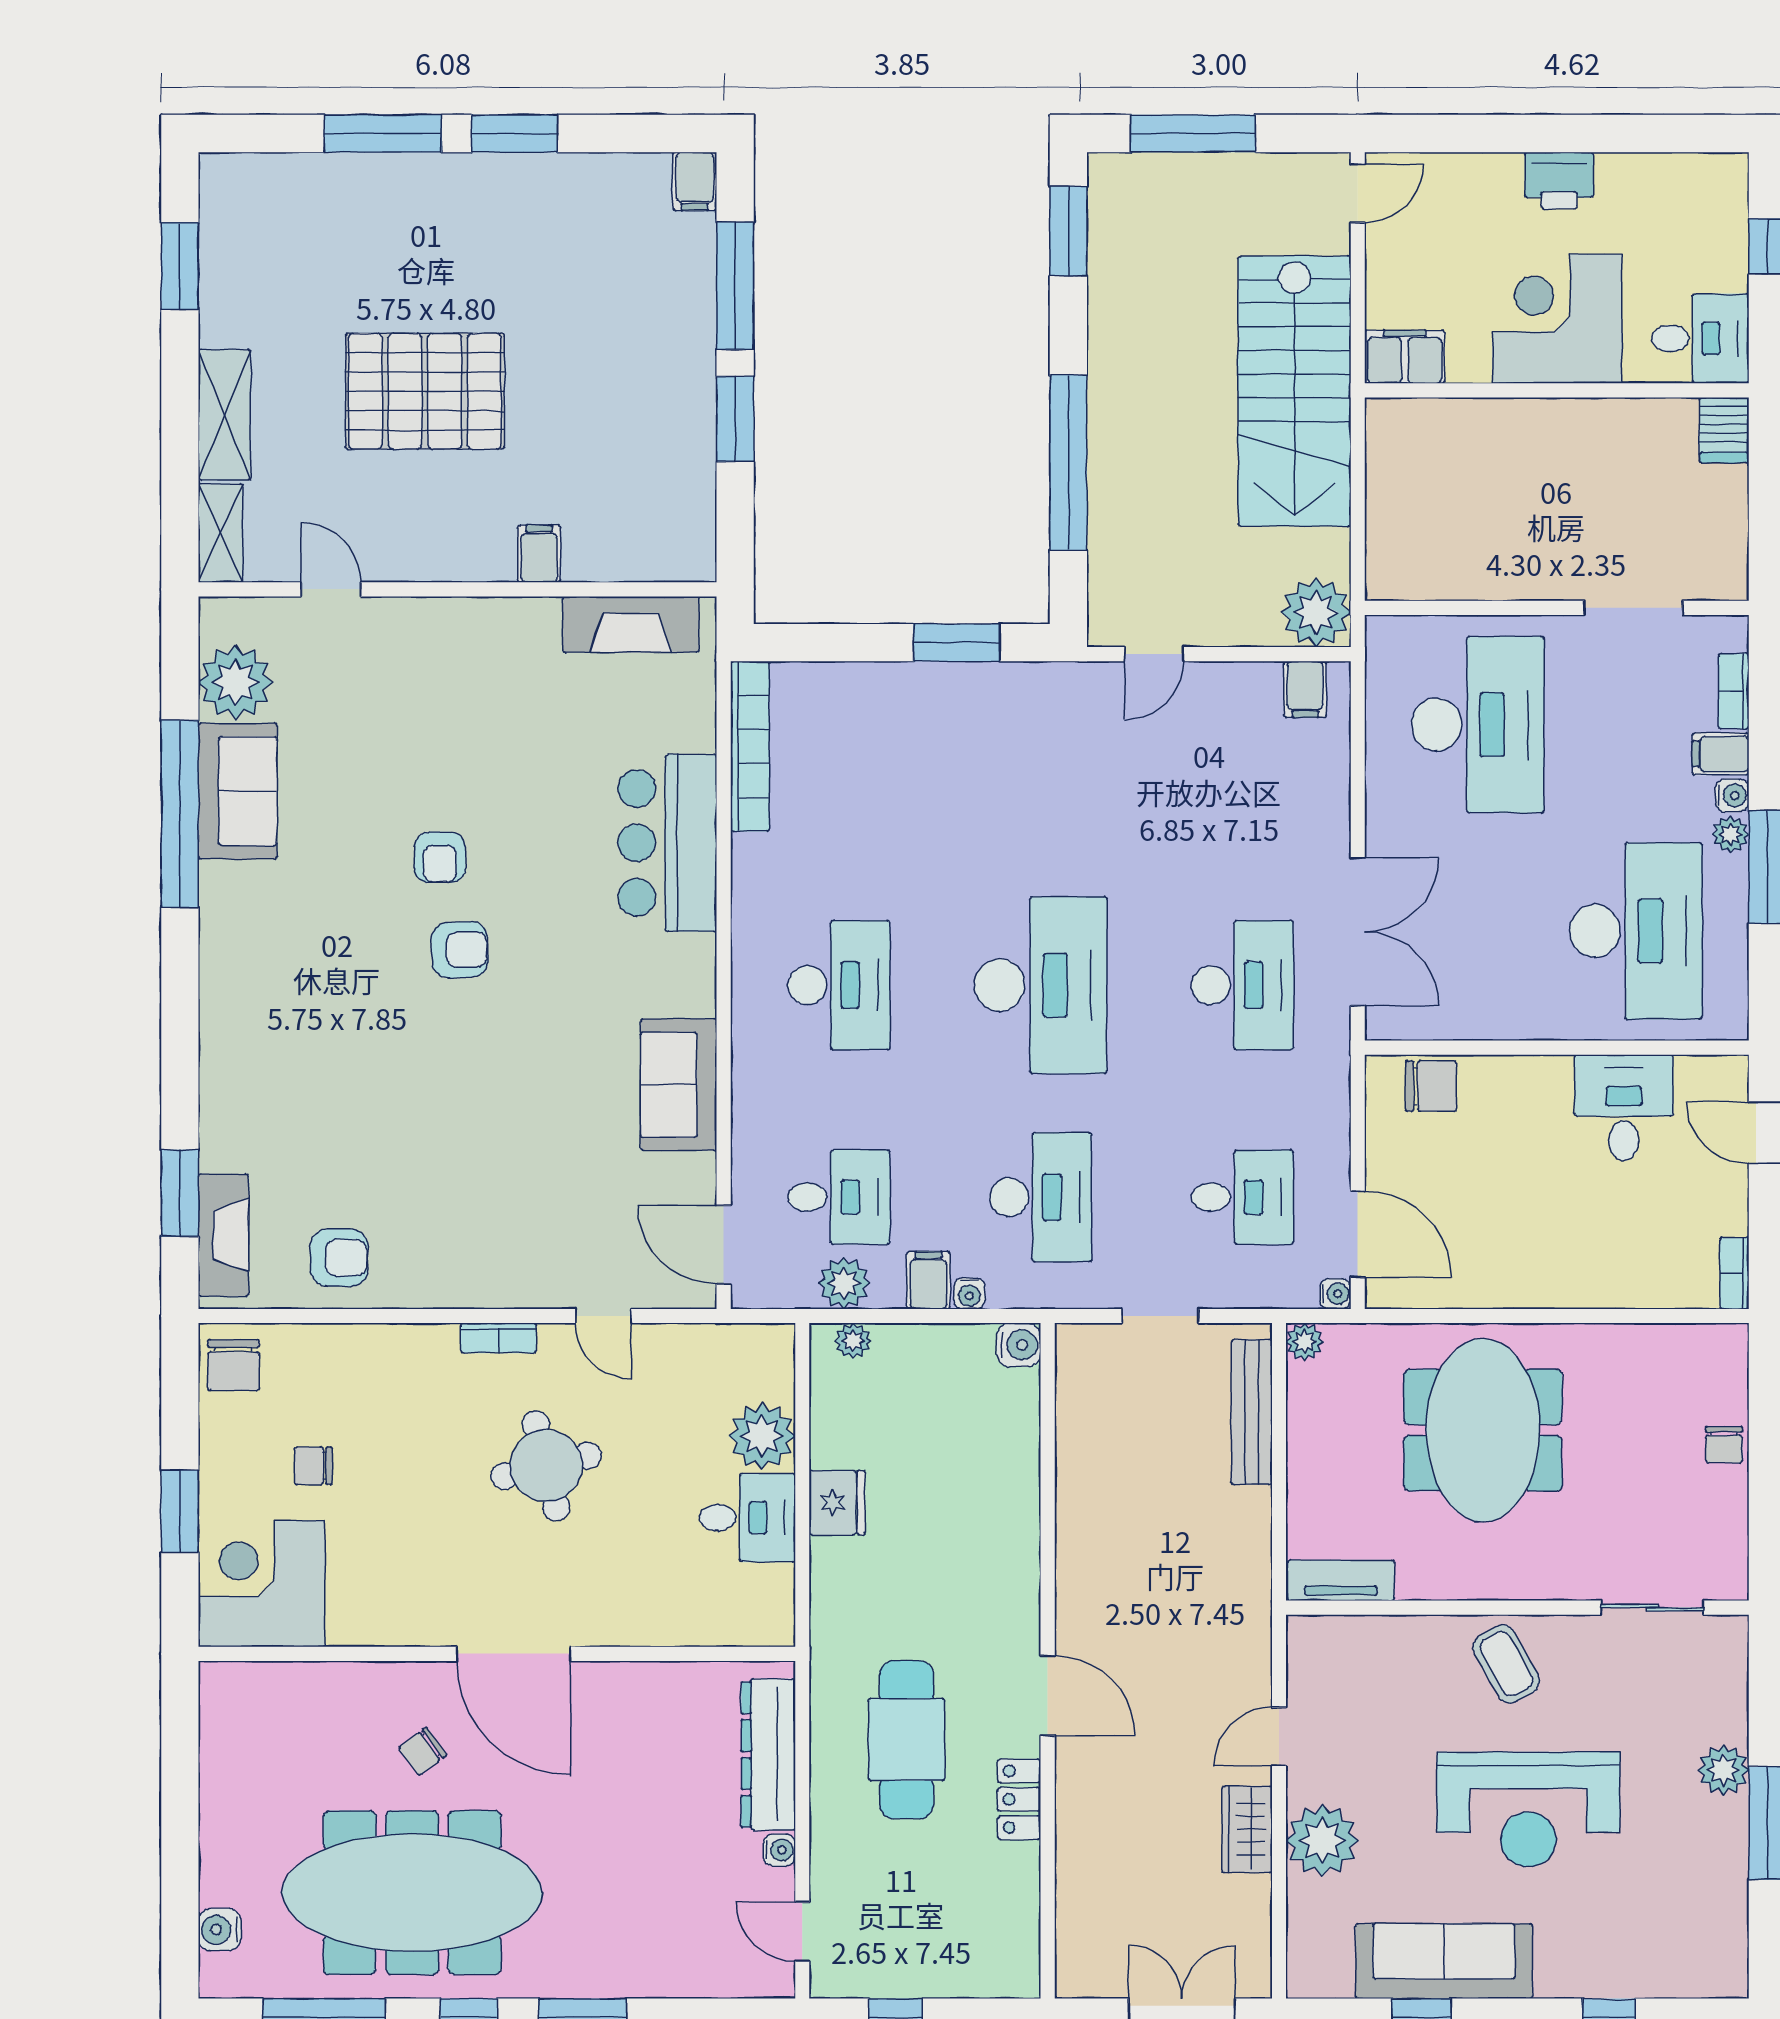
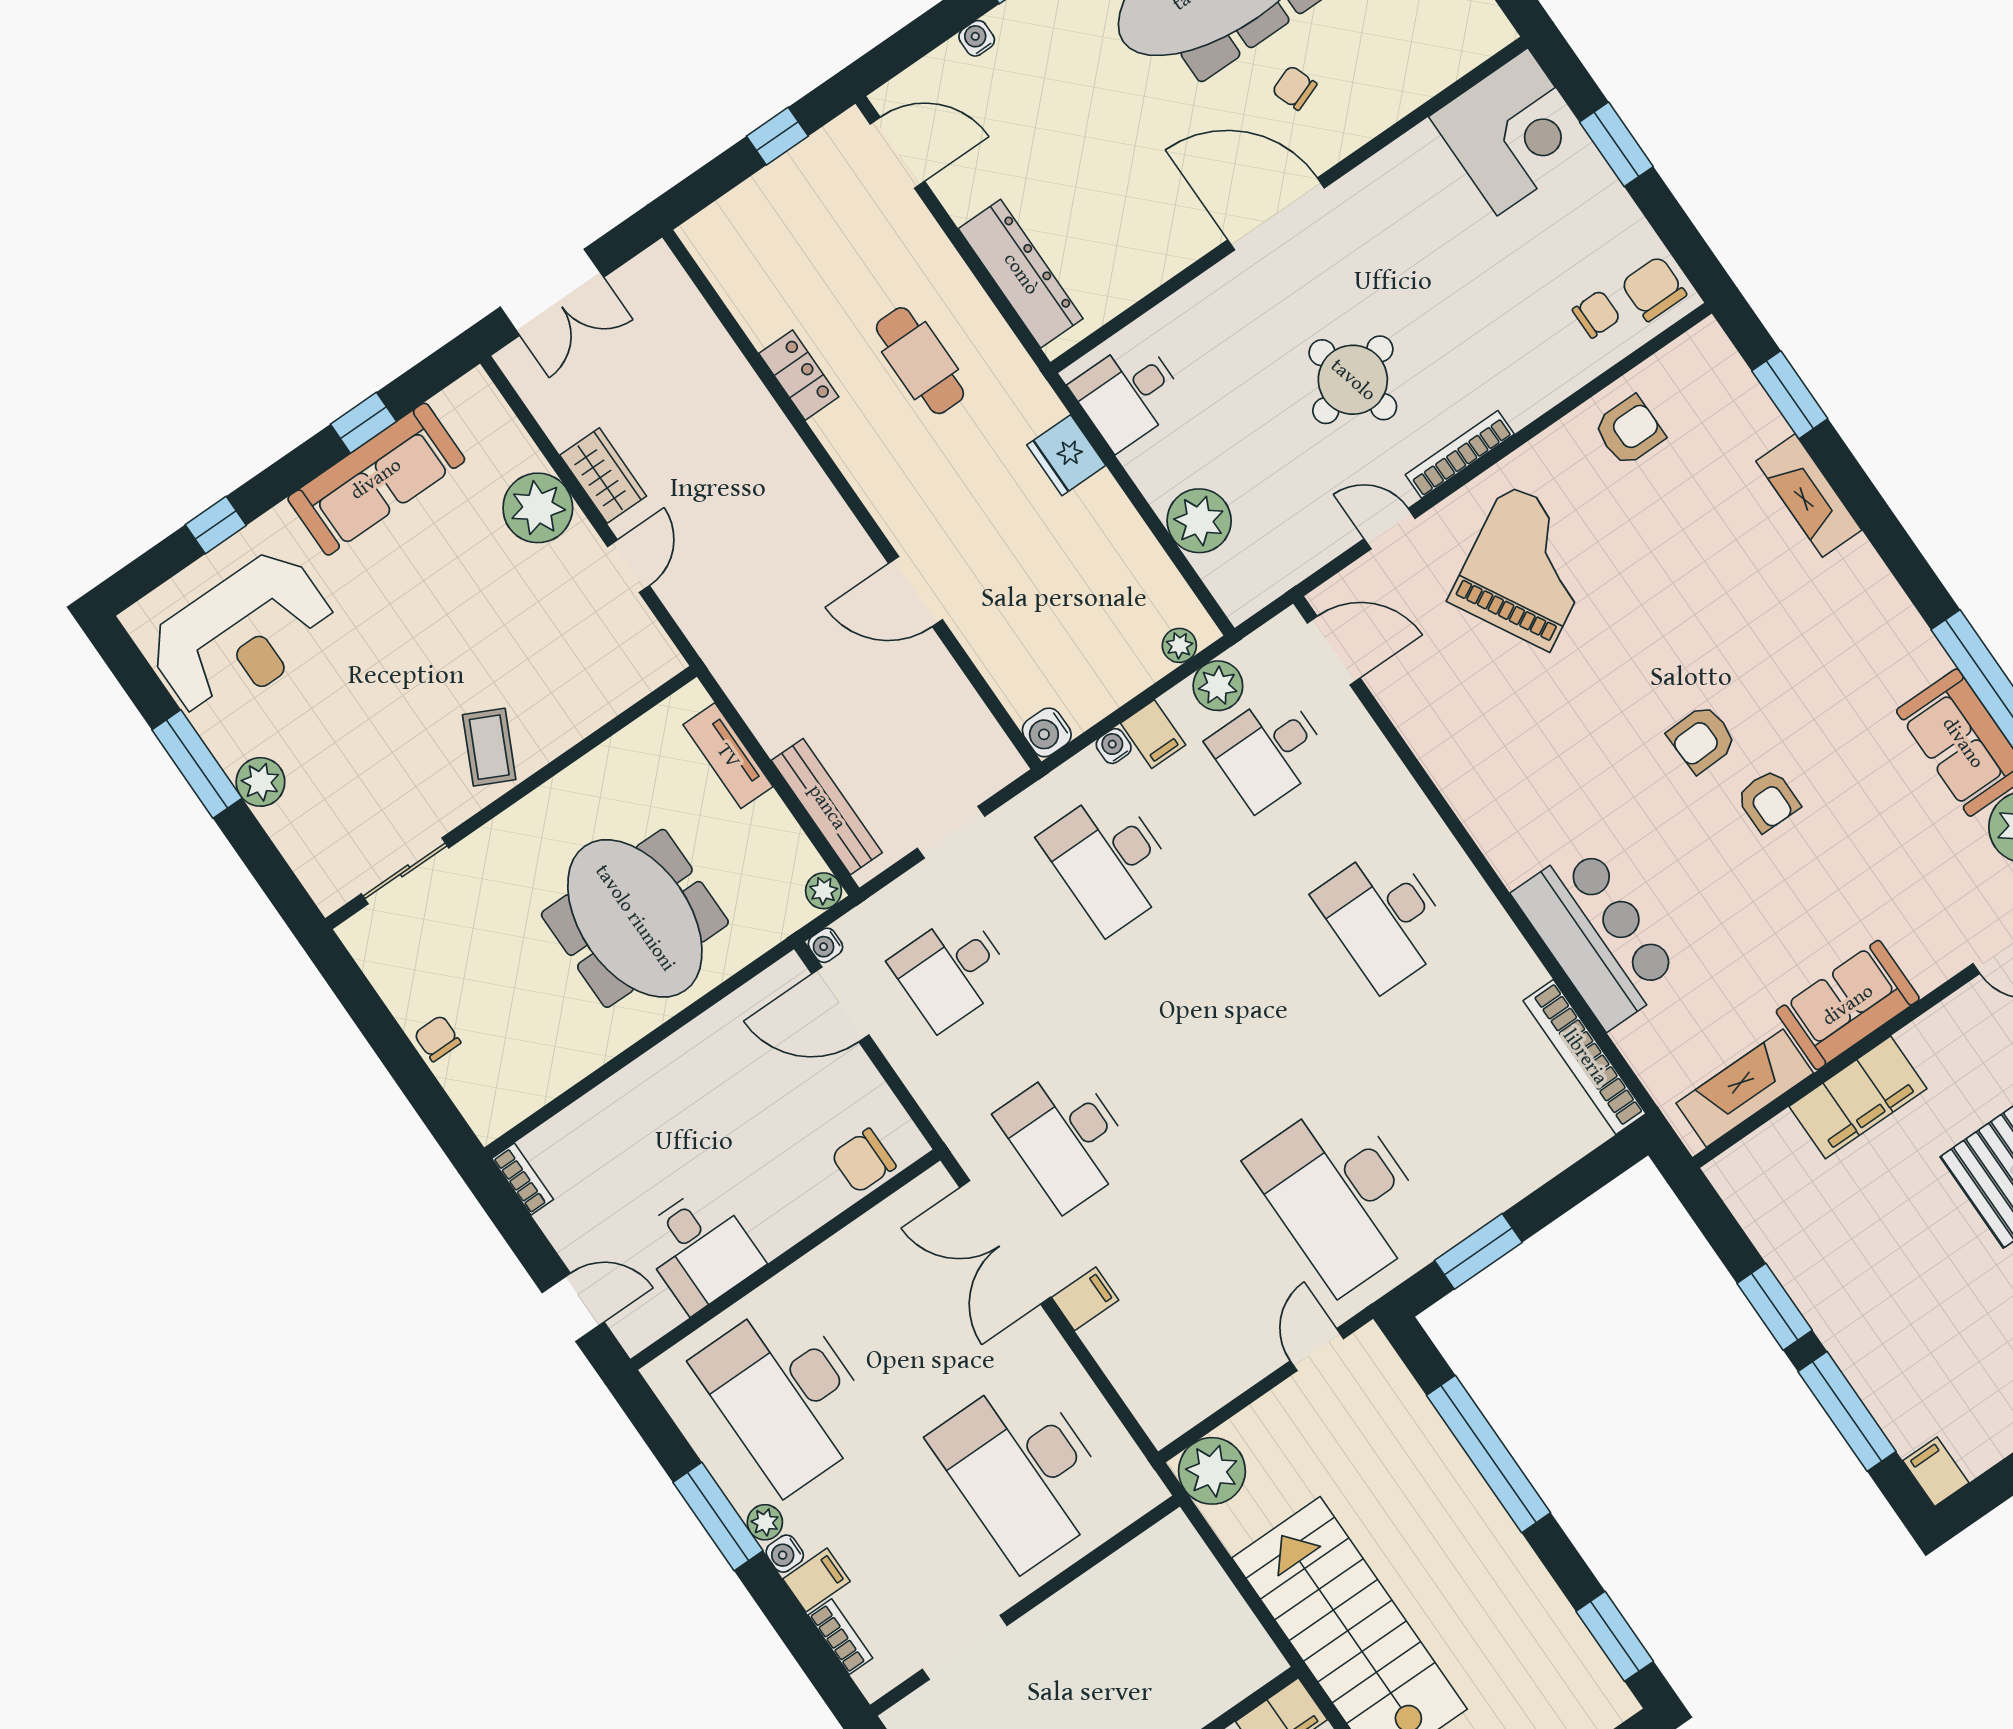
filing cabinet: (539, 554) -> (1858, 1097), width x3.00, depth x1.17
filing cabinet: (1305, 689) -> (1085, 1299), moved, turned 90
armchair: (440, 857) -> (1768, 801), turned 180
desk: (1041, 985) -> (1341, 1194), moved
sofa: (679, 1085) -> (1848, 1005), moved, turned -90
grand piano: (508, 1201) -> (1528, 567), added
fireplace: (223, 1235) -> (1809, 496), moved
armchair: (339, 1258) -> (1629, 431), turned 180
bookcase: (499, 1338) -> (1460, 454), width x1.56
chair: (313, 1466) -> (1596, 314), moved
fridge: (837, 1503) -> (1066, 455), moved
desk: (747, 1518) -> (1128, 394), moved
tv unit: (1341, 1580) -> (728, 756), moved, turned 90
coffee table: (1506, 1664) -> (489, 747), turned 55
door: (1048, 1696) -> (916, 591), moved
cafe table: (906, 1740) -> (920, 361), width x0.73, depth x0.74
chair: (423, 1751) -> (1294, 88), turned -74
reception desk: (1528, 1809) -> (242, 635), moved, turned 180
water cooler: (779, 1850) -> (977, 38), moved, turned 90
door: (802, 1932) -> (897, 153), width x1.38

